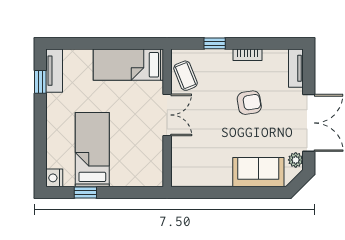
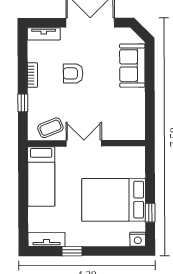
window: (40, 82) -> (72, 251), moved
armchair: (249, 103) -> (73, 73), turned -81
bed: (92, 150) -> (114, 200), width x1.50
plant: (296, 160) -> (122, 34), removed

